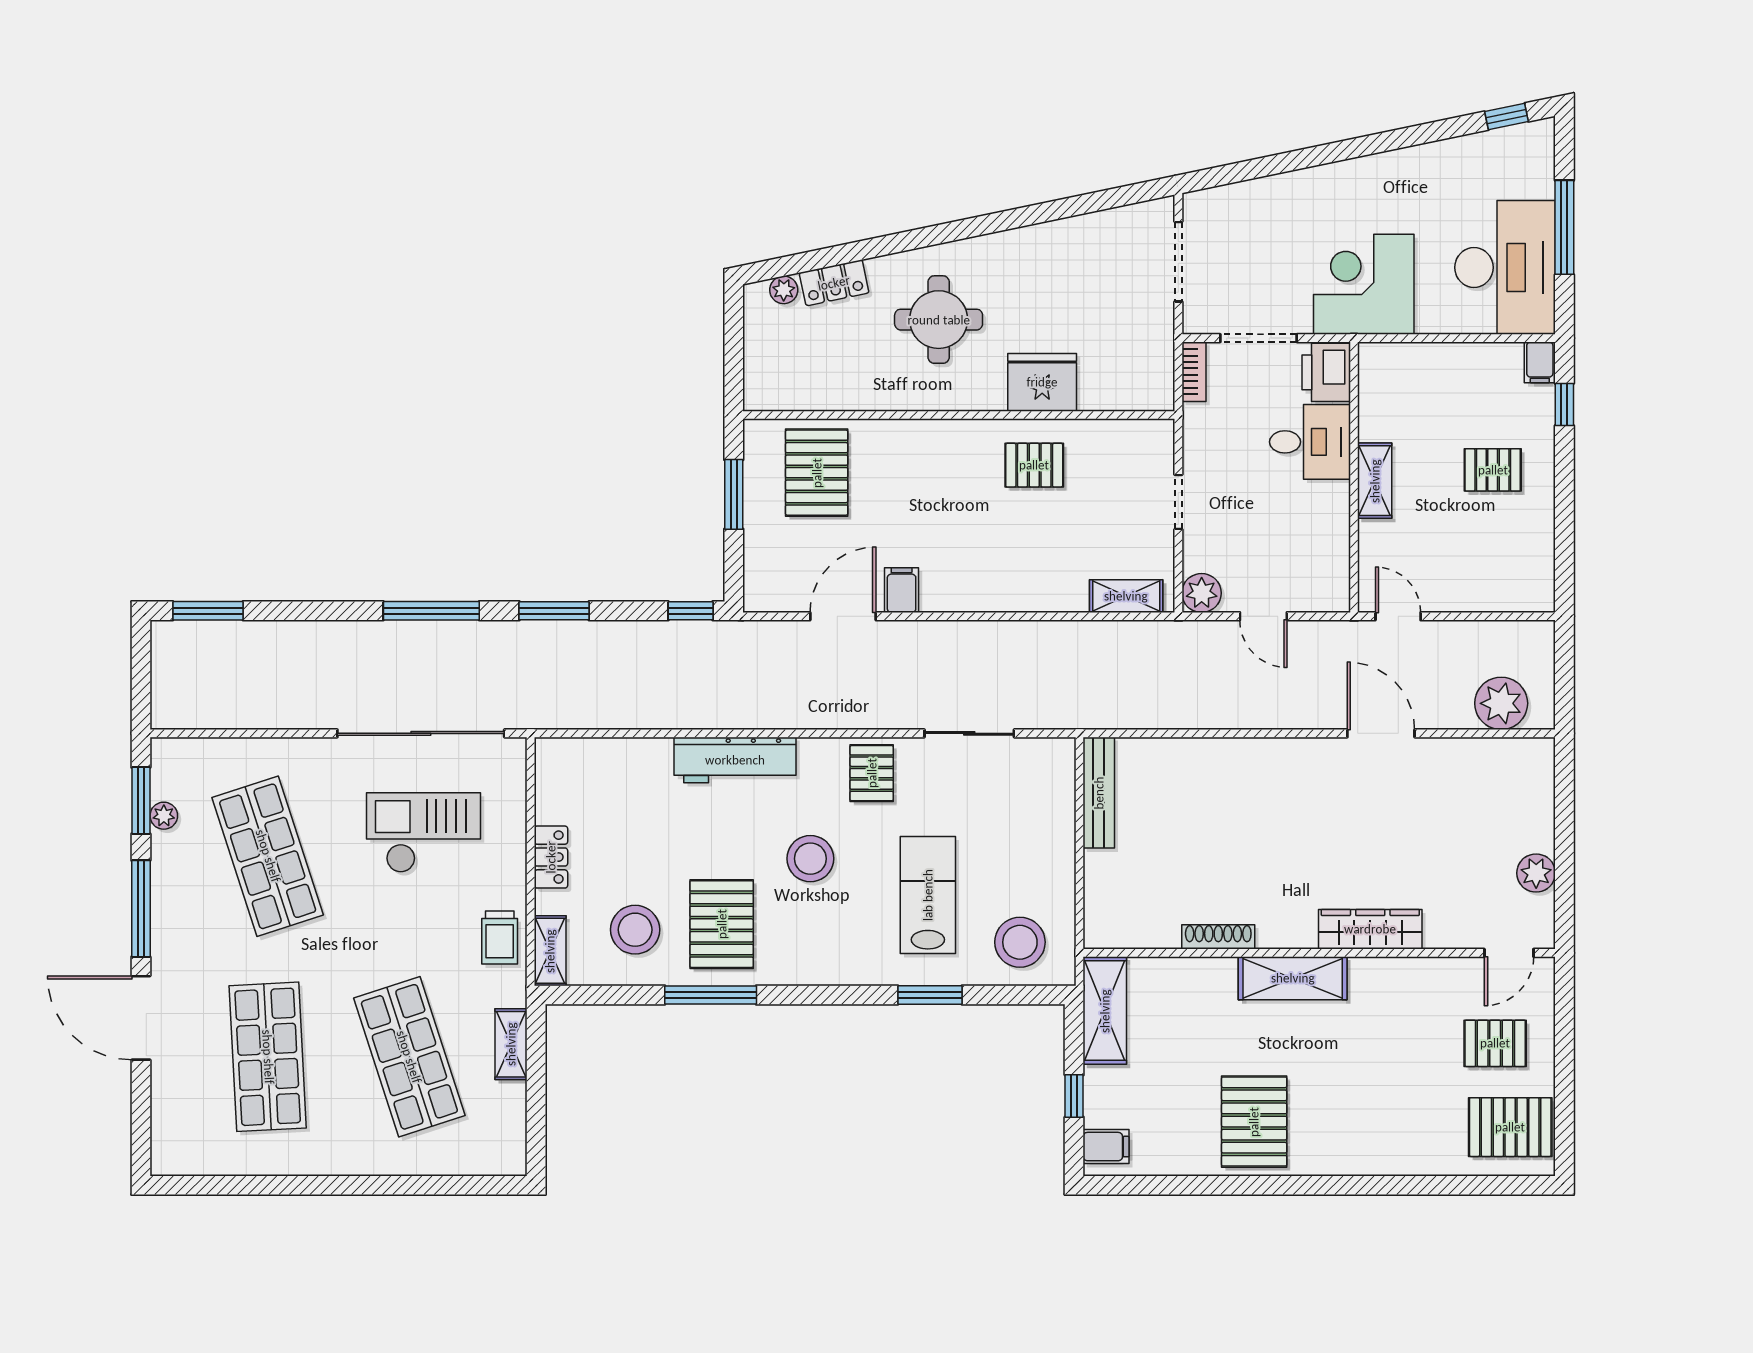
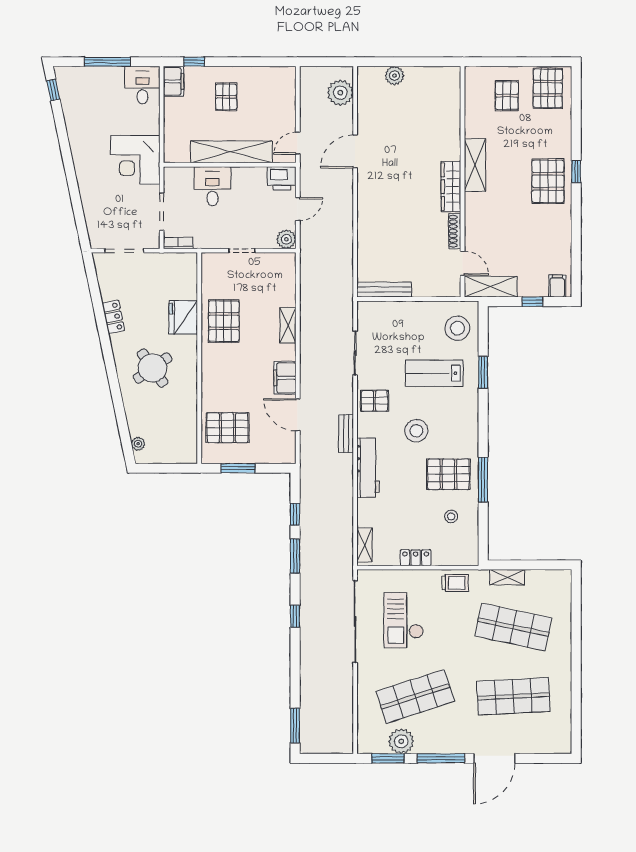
desk: (1505, 267) -> (142, 85), width x0.53, depth x0.77
locker: (834, 283) -> (113, 317), moved
round table: (939, 320) -> (153, 368), turned -35
filing cabinet: (1540, 362) -> (174, 81), width x2.00
printer: (1326, 372) -> (282, 178), moved
pallet: (1034, 465) -> (224, 321), width x1.50, depth x1.42
shelving: (1375, 481) -> (231, 152), width x2.20, depth x1.33
filing cabinet: (902, 590) -> (285, 378), width x2.00
shelving: (1126, 596) -> (288, 325), moved
window: (431, 611) -> (295, 616), width x0.46
window: (691, 611) -> (295, 514), moved
bench: (805, 715) -> (346, 434), added
plant: (164, 816) -> (401, 741), width x1.87, depth x1.87
plant: (1536, 873) -> (394, 76), moved
wardrobe: (1370, 929) -> (451, 187), moved
stool: (635, 930) -> (451, 517), width x0.53, depth x0.53
shelving: (550, 951) -> (365, 545), moved, turned 90
door: (1509, 953) -> (462, 263), moved
shelving: (1293, 978) -> (475, 165), moved
shop shelf: (409, 1057) -> (513, 627), turned 30
pallet: (1254, 1122) -> (548, 181), moved, turned 90
window: (1340, 1185) -> (576, 172), added

